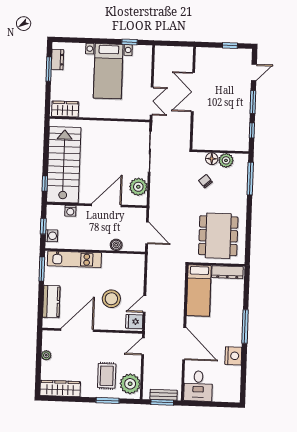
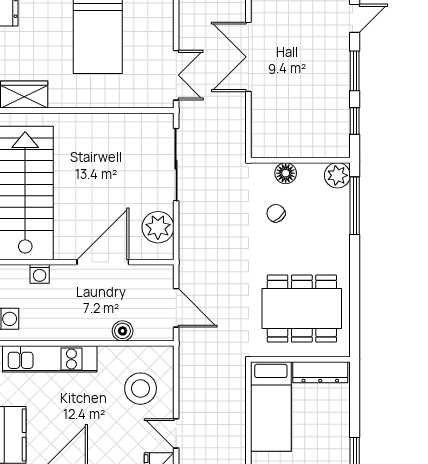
plant: (226, 160) -> (337, 175), moved
dining table: (218, 236) -> (302, 309), turned 90
stool: (111, 299) -> (141, 389), moved
door: (144, 304) -> (176, 433), hinge flipped

